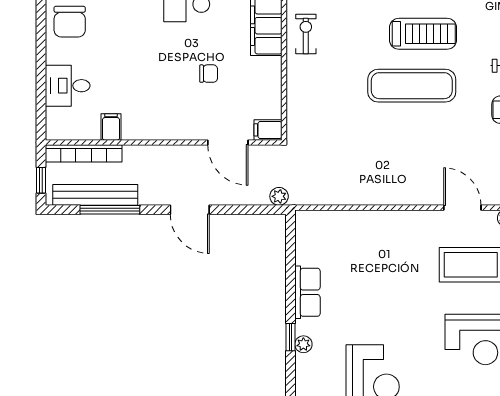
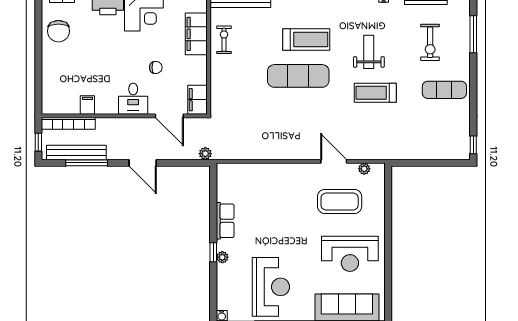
desk: (68, 86) -> (133, 99), moved, turned -90
filing cabinet: (268, 130) -> (198, 100), width x2.00

